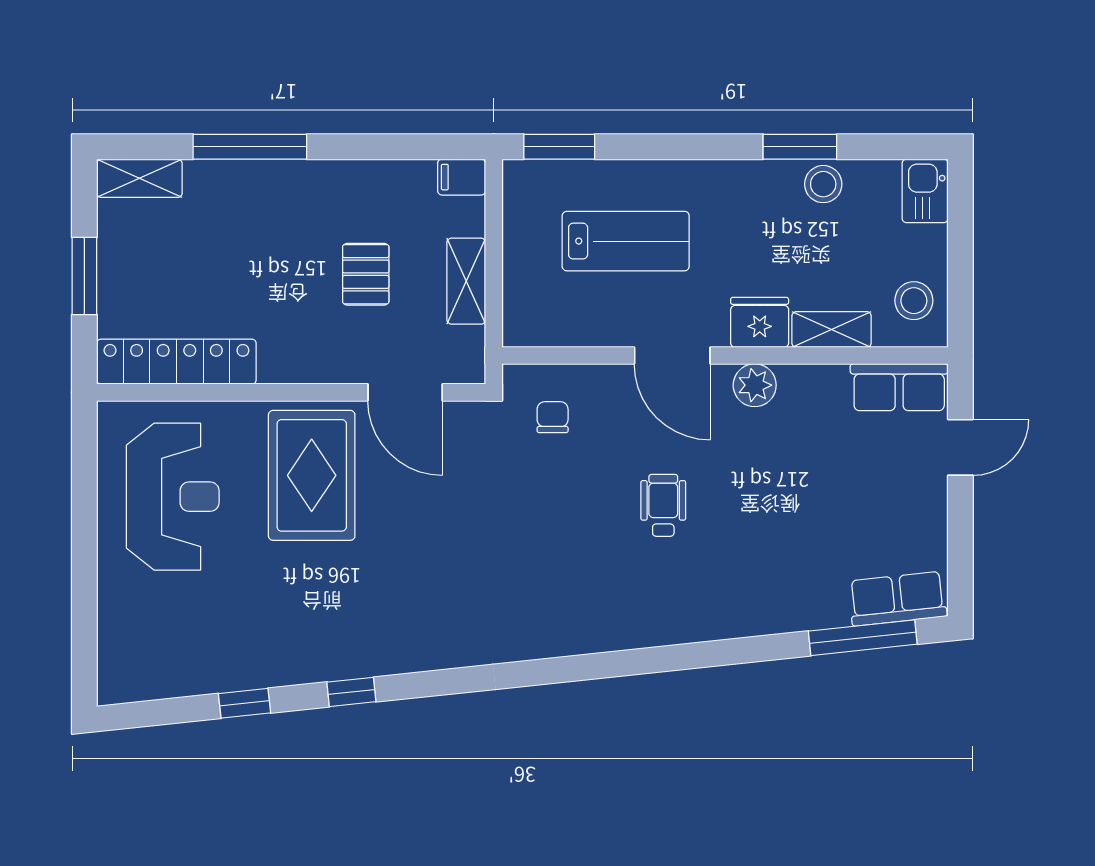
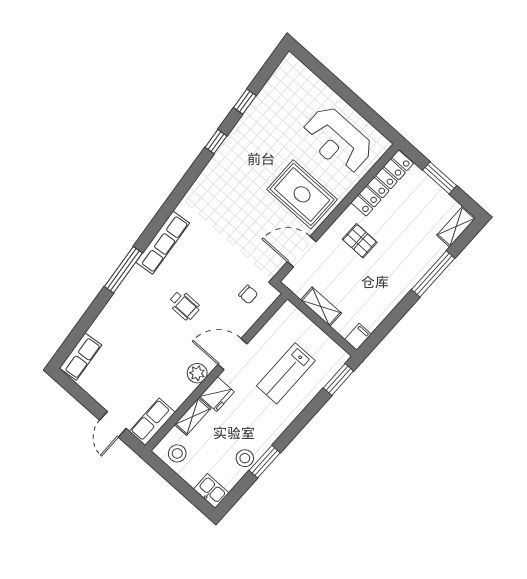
pallet: (366, 274) -> (360, 241), moved
row of seats: (593, 631) -> (163, 243), added
window: (863, 638) -> (123, 270), moved

